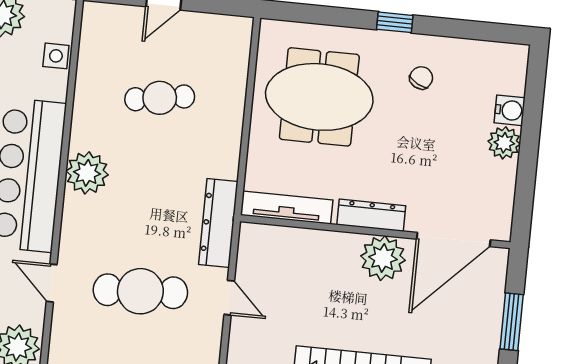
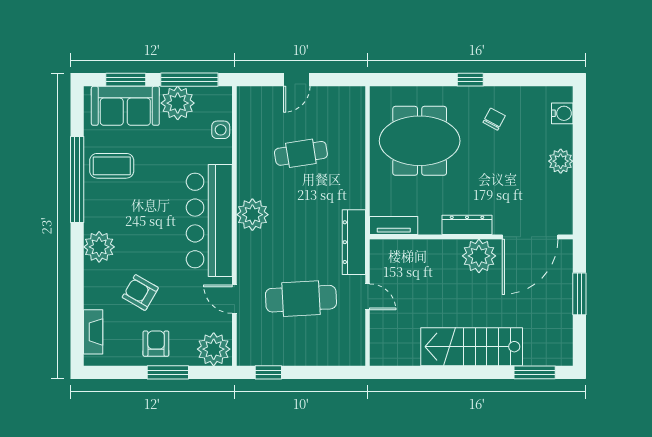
water cooler: (510, 110) -> (562, 113), moved
tv unit: (287, 208) -> (394, 226), width x0.71

